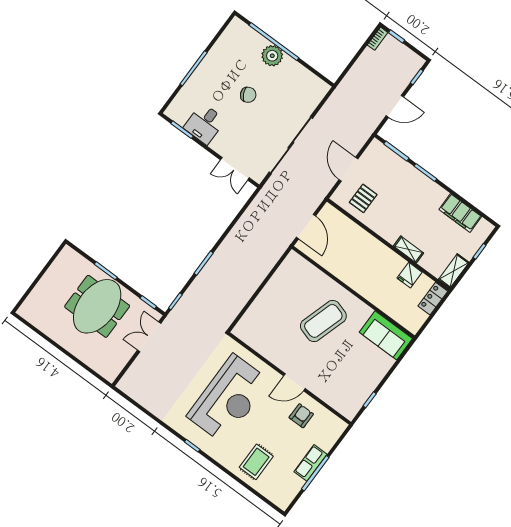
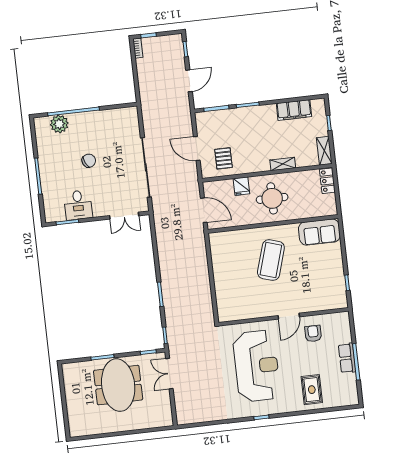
plant: (272, 56) -> (59, 124), moved
round table: (373, 270) -> (272, 198), added
fridge: (410, 275) -> (241, 186), moved

